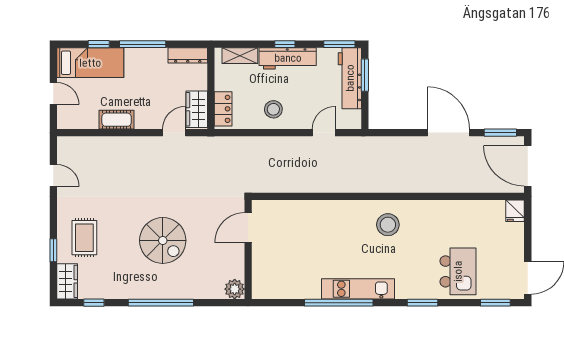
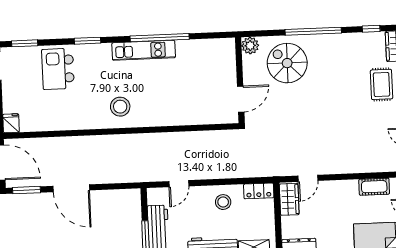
locker: (223, 109) -> (259, 191), moved, turned -90
cot: (117, 120) -> (374, 187), moved
spiral stairs: (163, 240) -> (287, 63), moved

